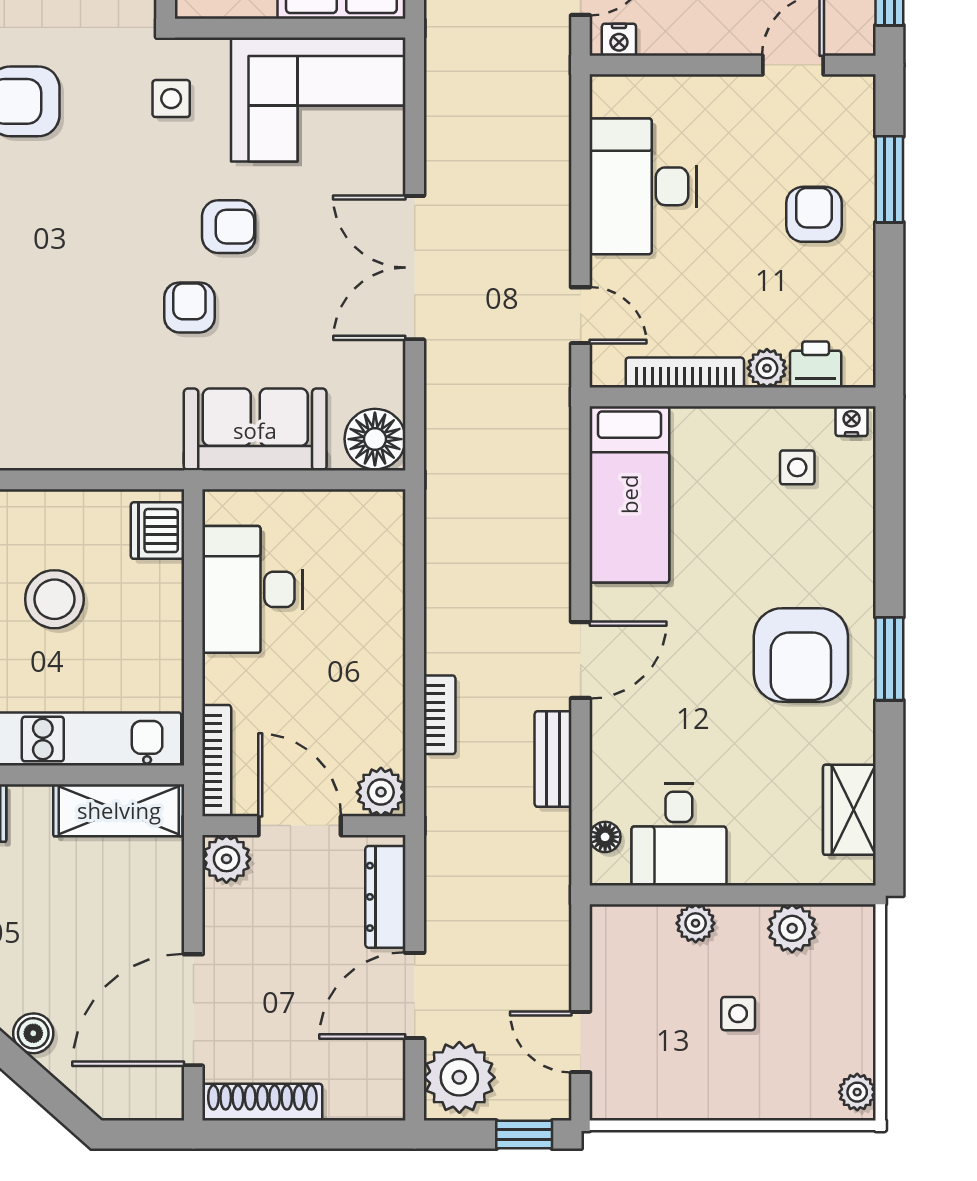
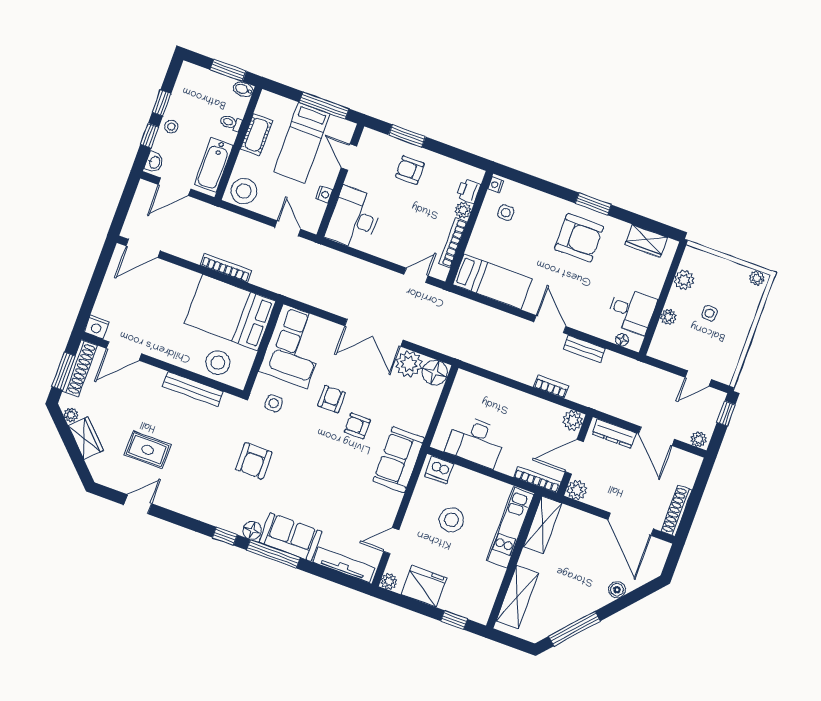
nightstand: (619, 40) -> (324, 194), moved
desk: (643, 186) -> (354, 218), moved, turned 90
plant: (373, 373) -> (409, 364), added
sofa: (255, 430) -> (399, 460), moved
plant: (459, 1077) -> (699, 439), width x0.53, depth x0.53

